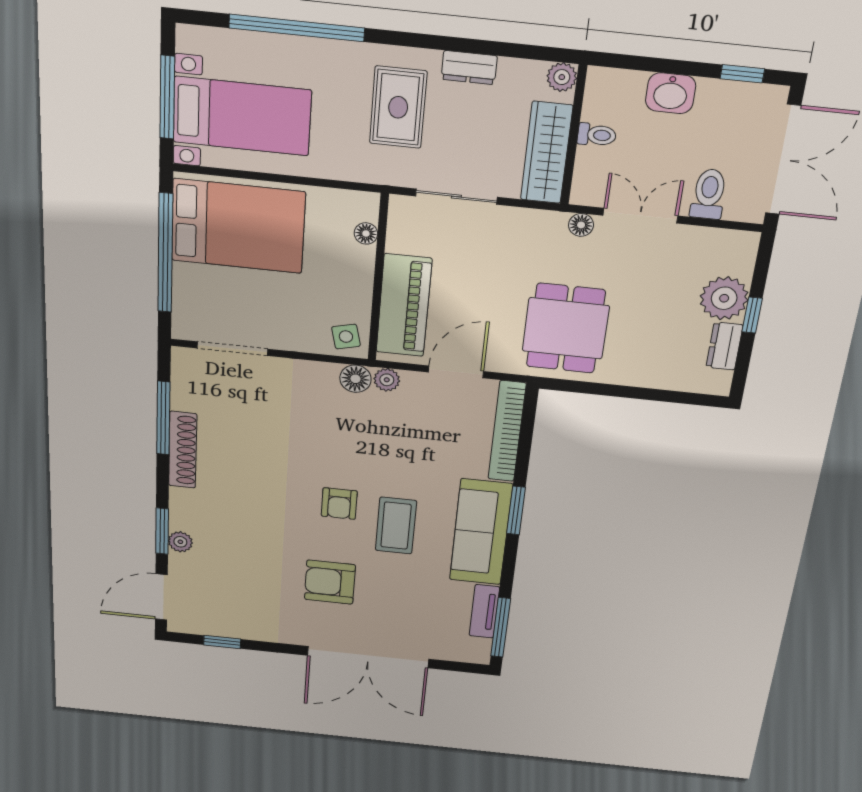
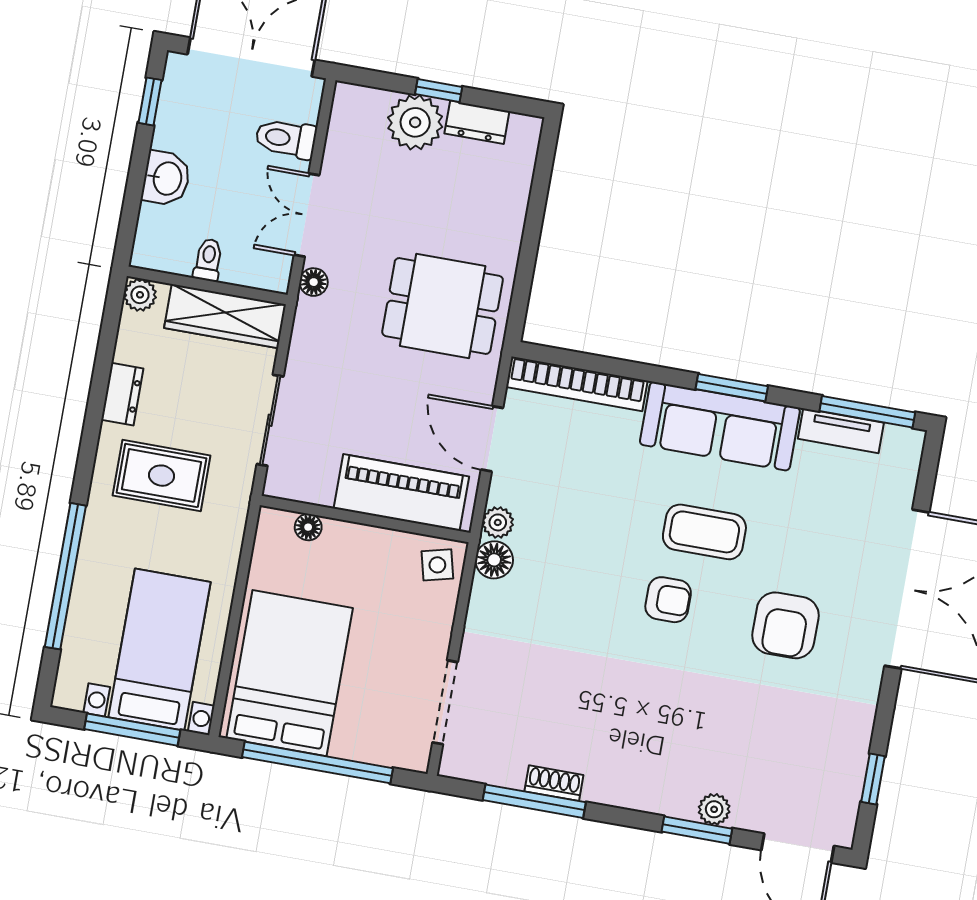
shoe rack: (183, 450) -> (554, 783), width x0.51, depth x0.81
window: (516, 510) -> (732, 388), moved

